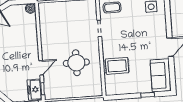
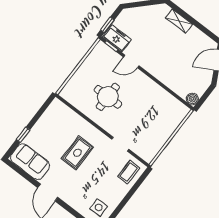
rug: (117, 66) -> (77, 153), moved
door: (41, 68) -> (131, 61), hinge flipped

